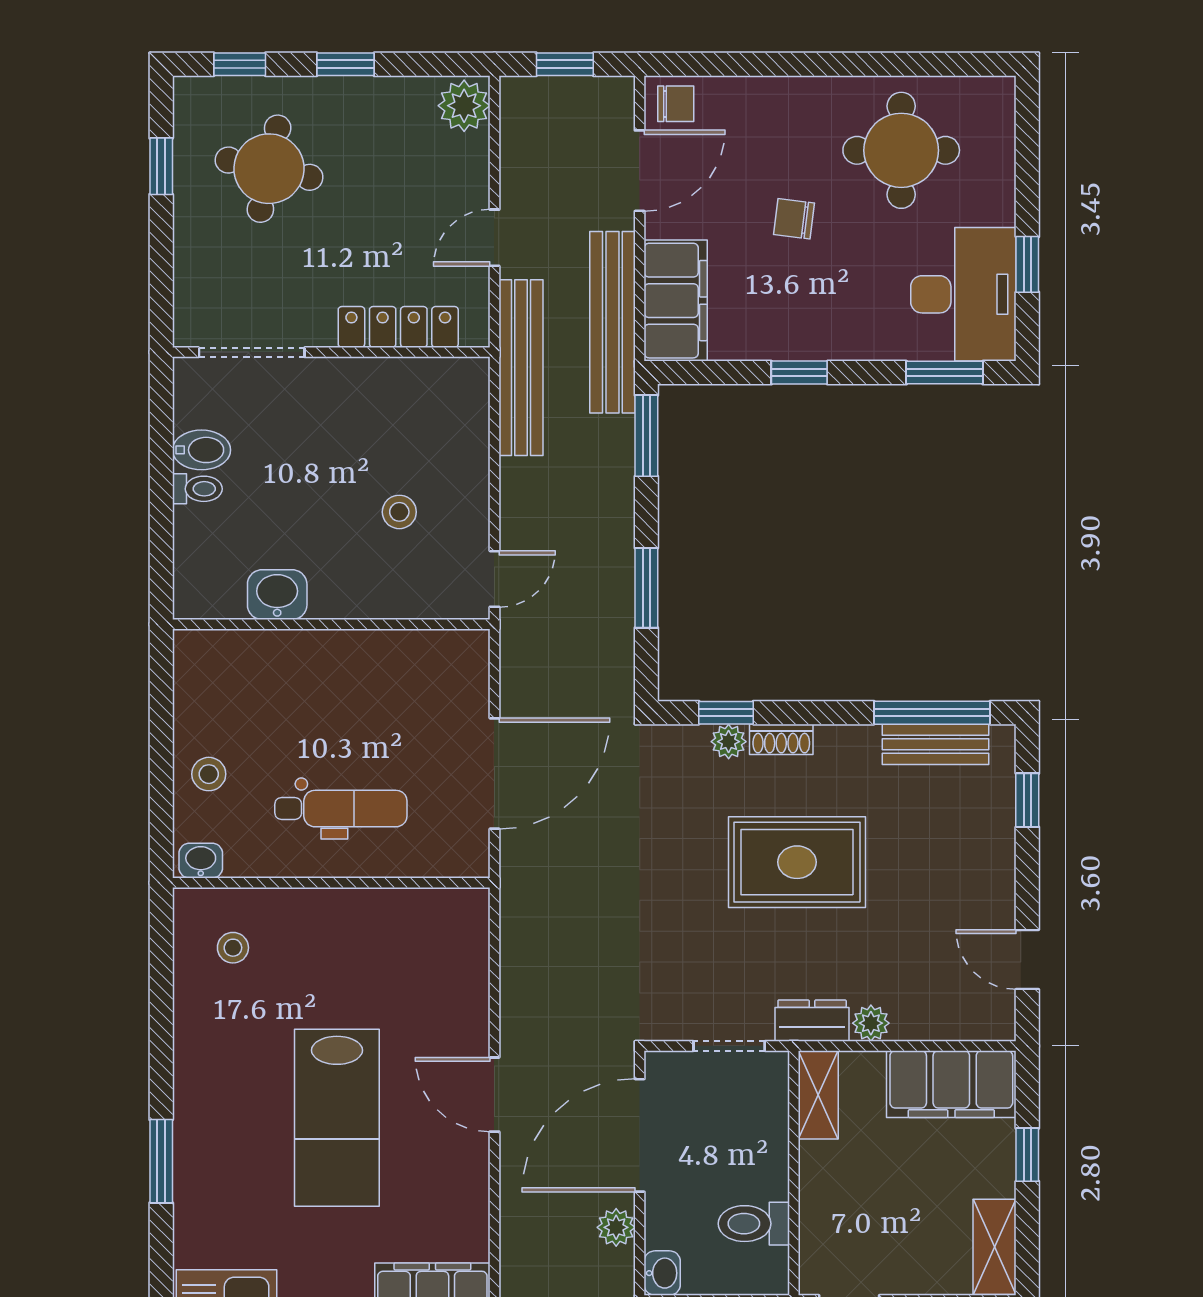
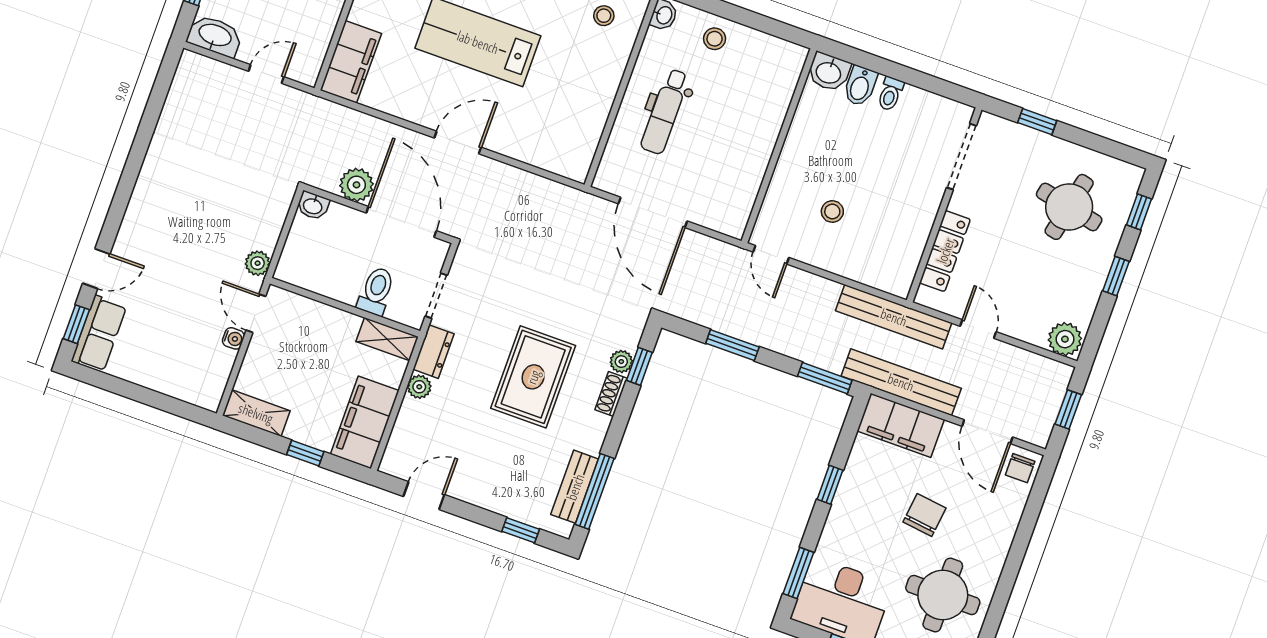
window: (161, 166) -> (1037, 122), moved
chair: (794, 219) -> (925, 515), width x1.37, depth x1.37
bidet: (201, 450) -> (860, 86), moved
washbasin: (277, 595) -> (829, 72), moved, turned 90
toilet: (754, 1224) -> (376, 291), moved
plant: (616, 1227) -> (356, 185), width x1.38, depth x1.38

